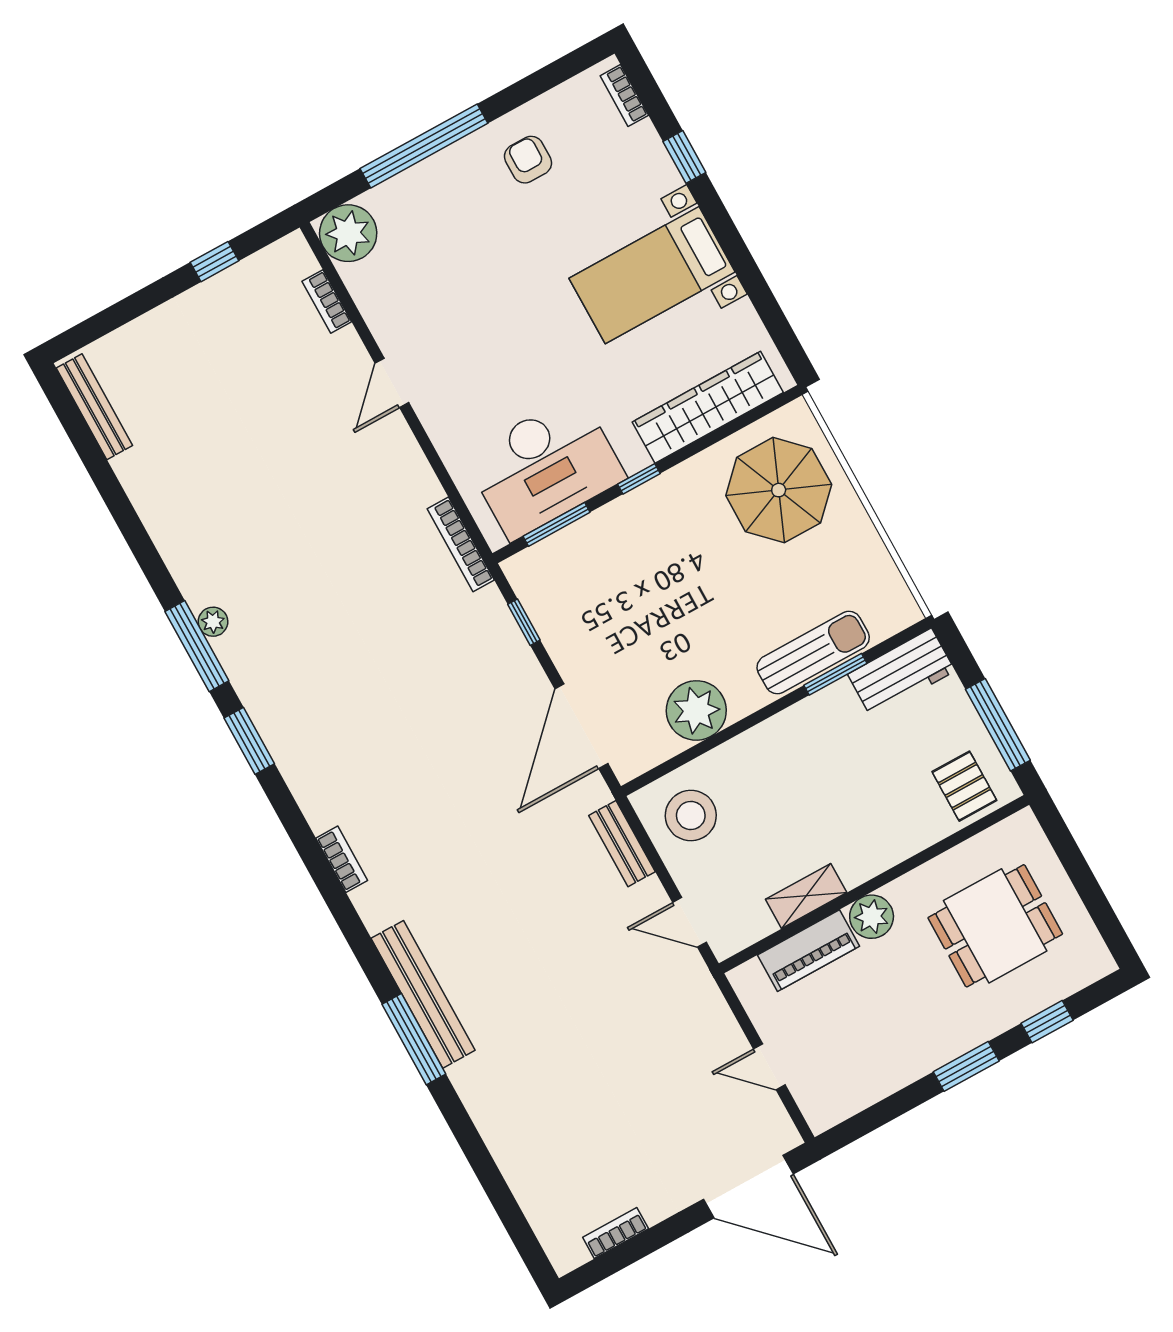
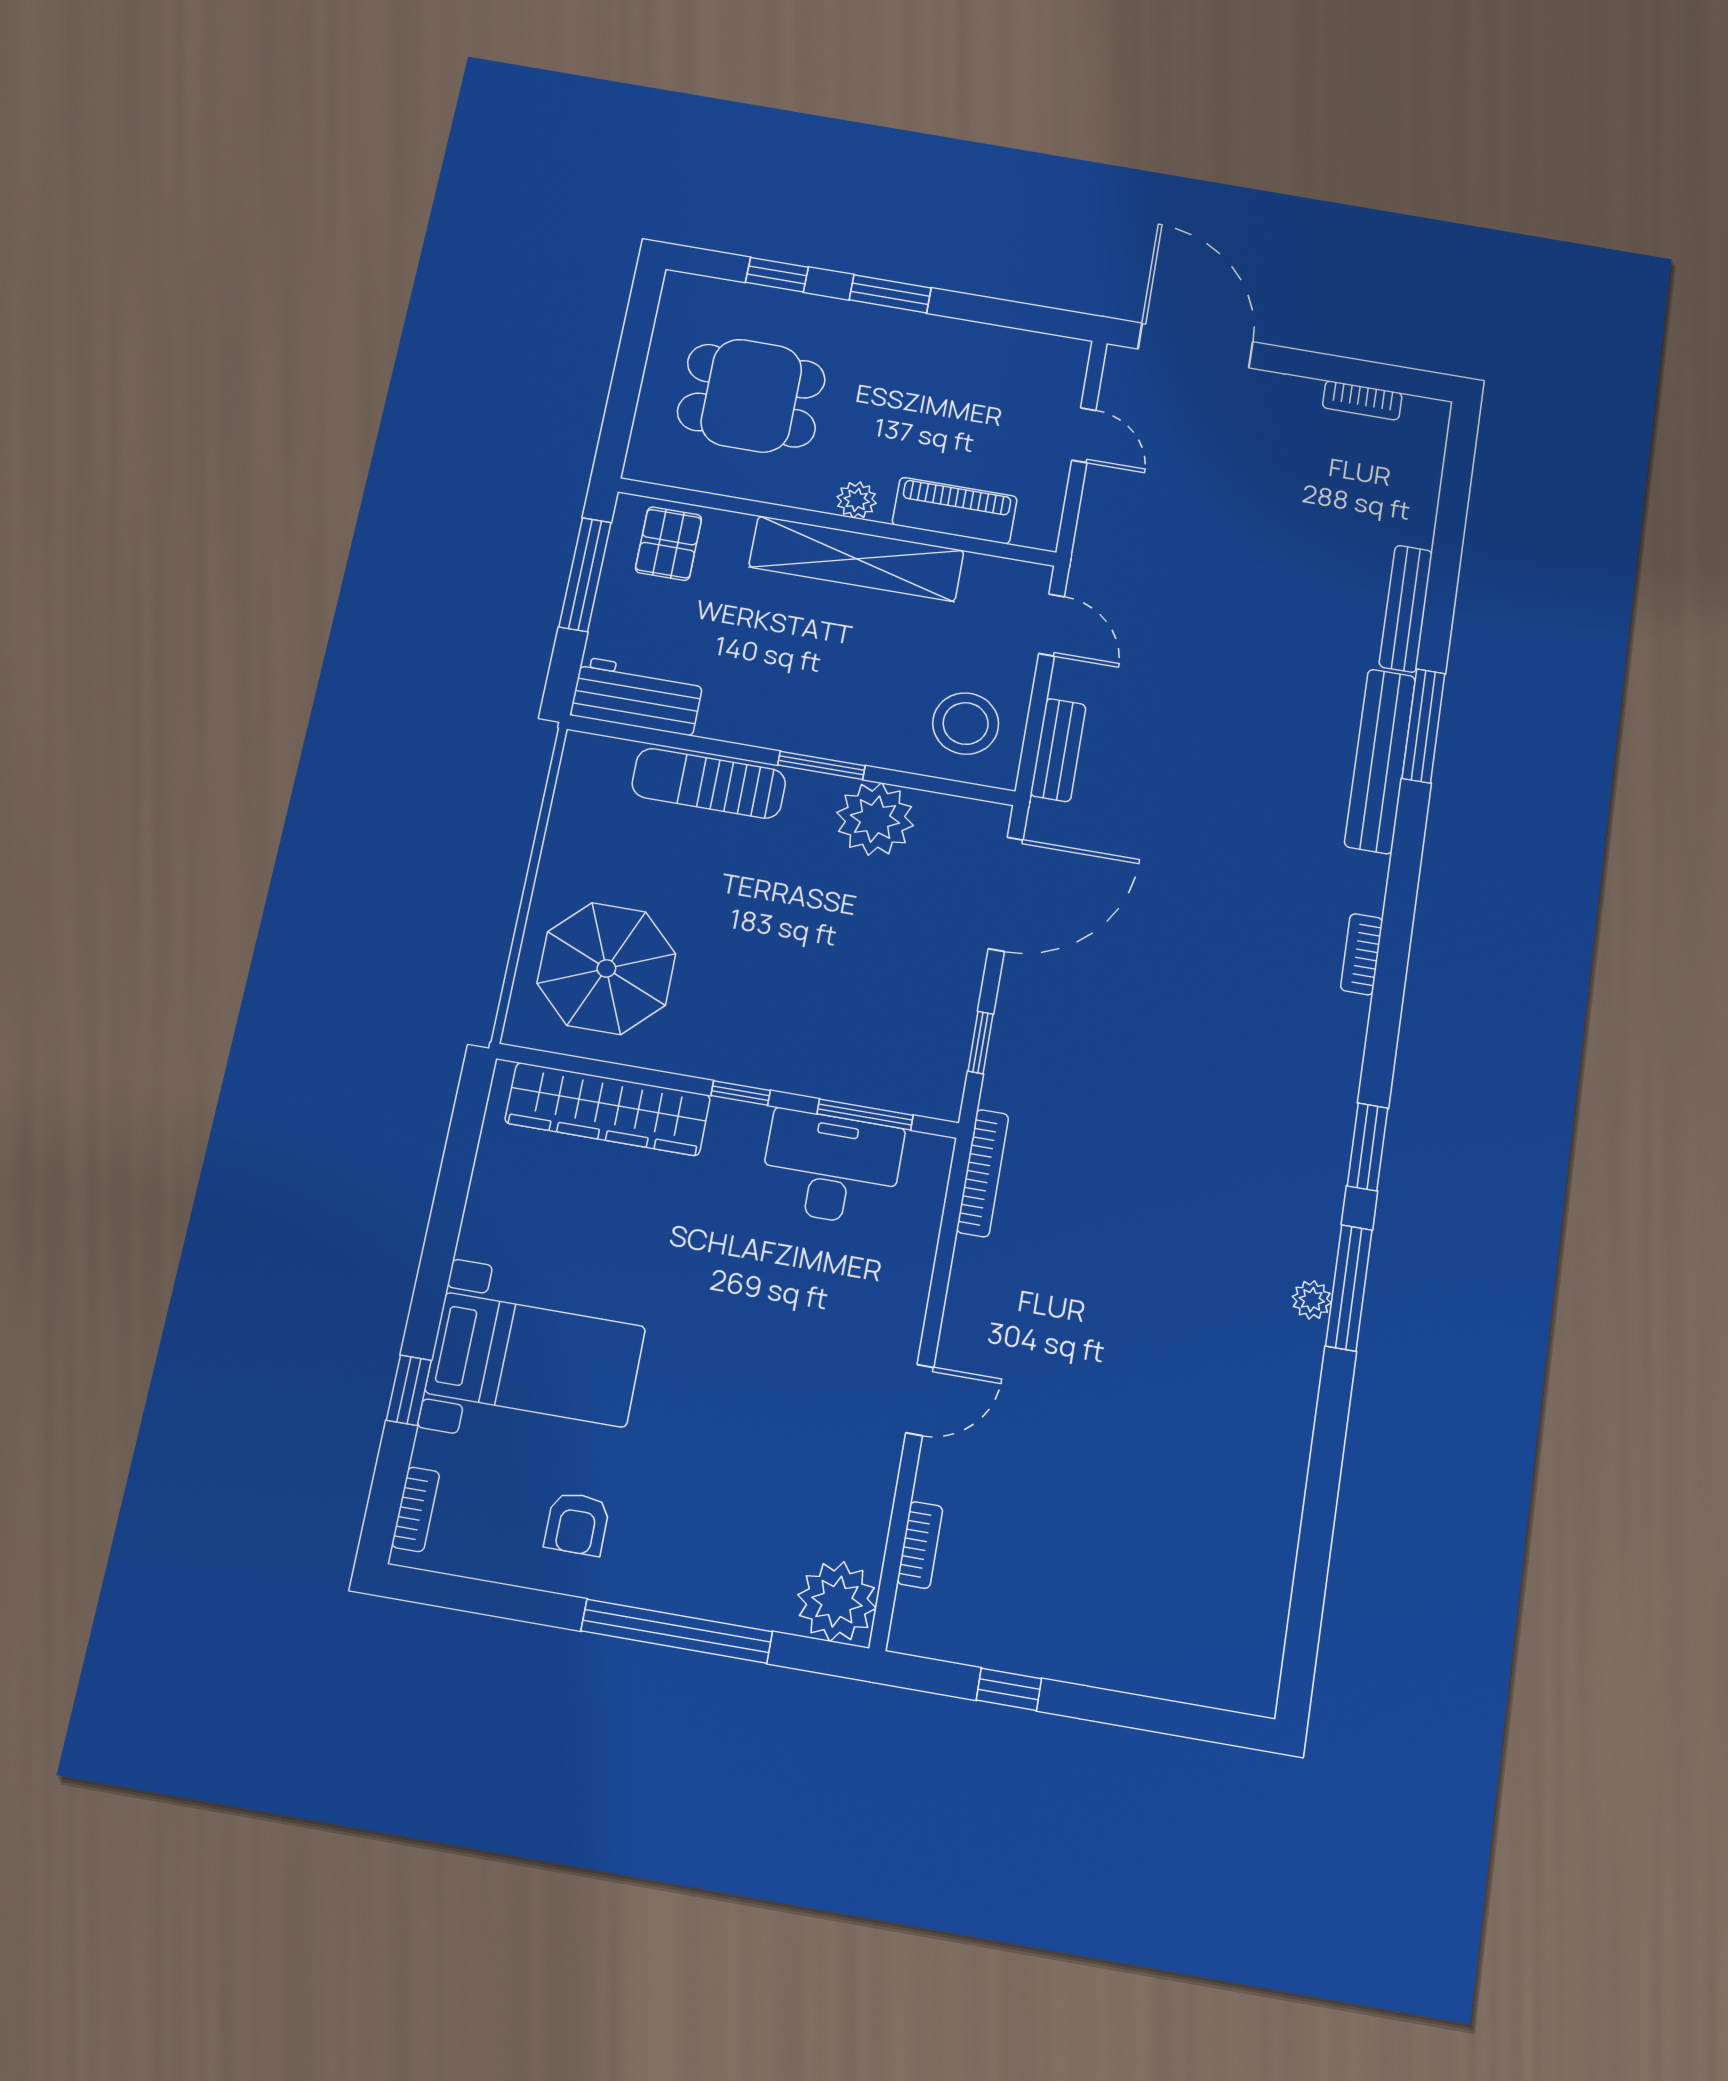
bed with nightstands: (652, 275) -> (535, 1360), moved
bench: (94, 407) -> (1406, 609), moved
desk: (545, 467) -> (831, 1168), width x0.73, depth x0.77
window: (835, 674) -> (821, 765), moved
shelving: (806, 896) -> (856, 559), width x2.20, depth x1.33
plant: (872, 917) -> (857, 500), width x0.73, depth x0.73

